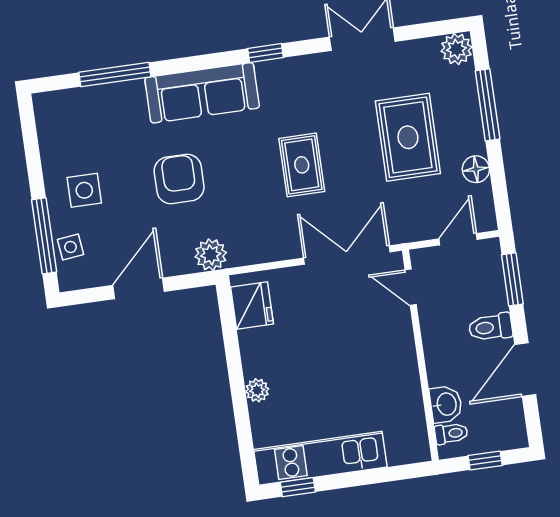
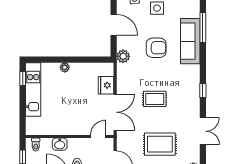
sofa: (202, 93) -> (190, 41), moved
fridge: (252, 305) -> (106, 85), moved, turned 90
washbasin: (446, 404) -> (60, 144), moved

